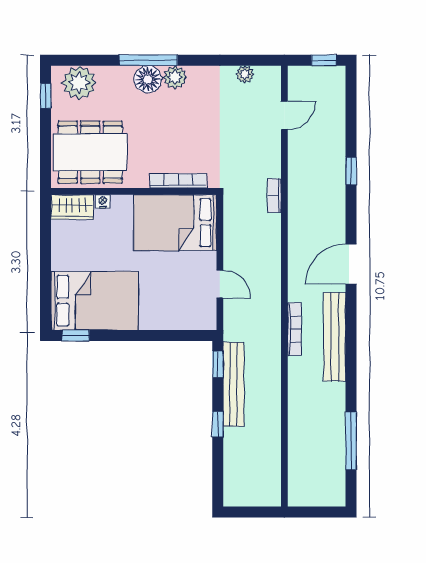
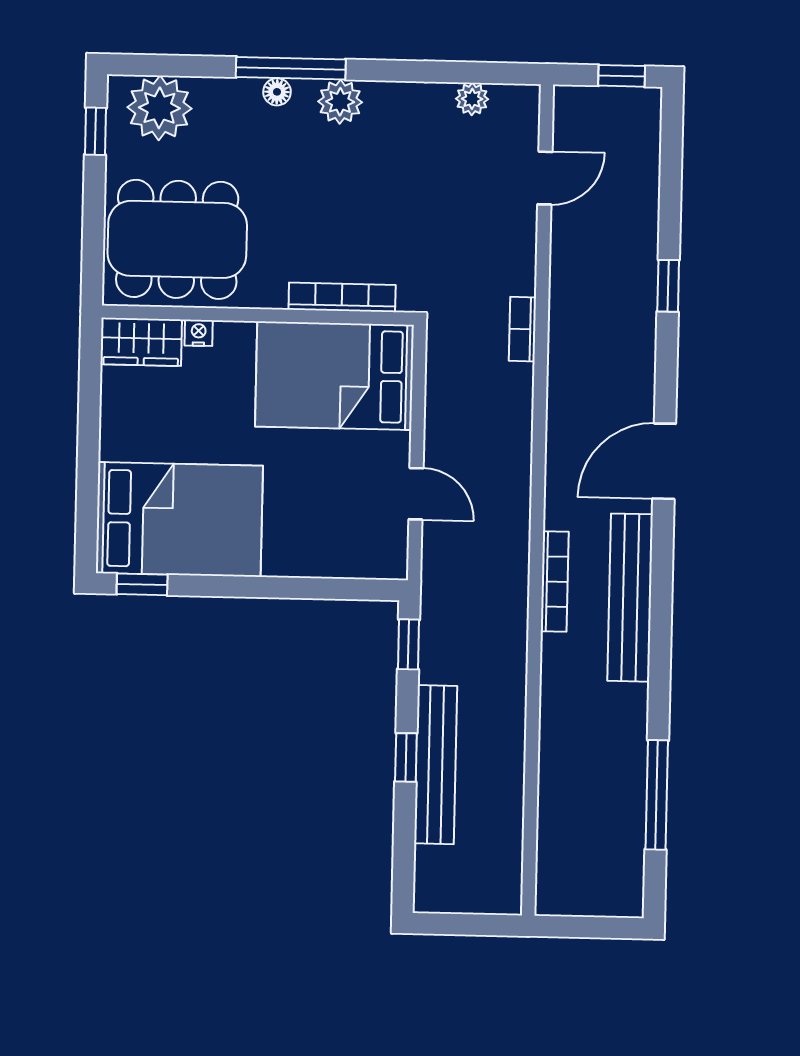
floor lamp: (148, 79) -> (277, 92), width x0.53, depth x0.53
bench: (234, 384) -> (436, 765), moved

